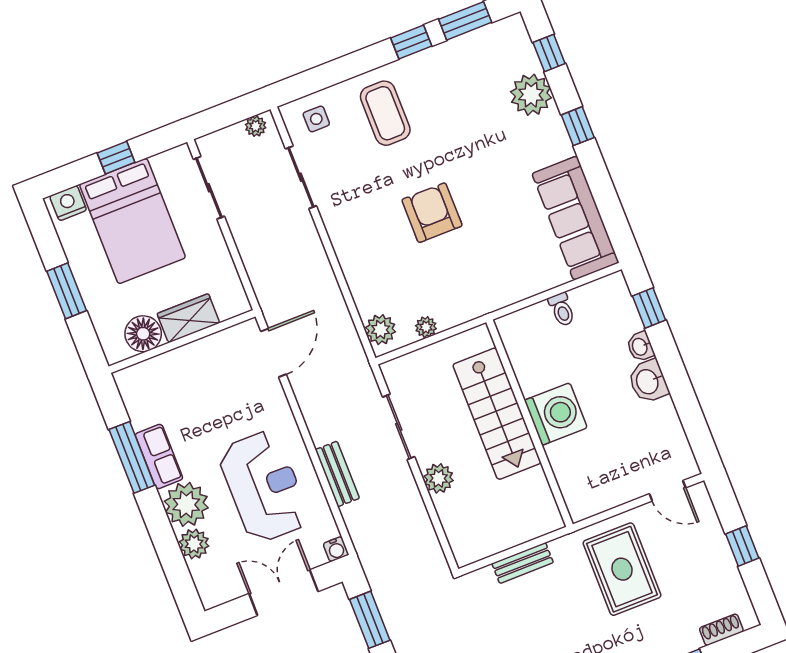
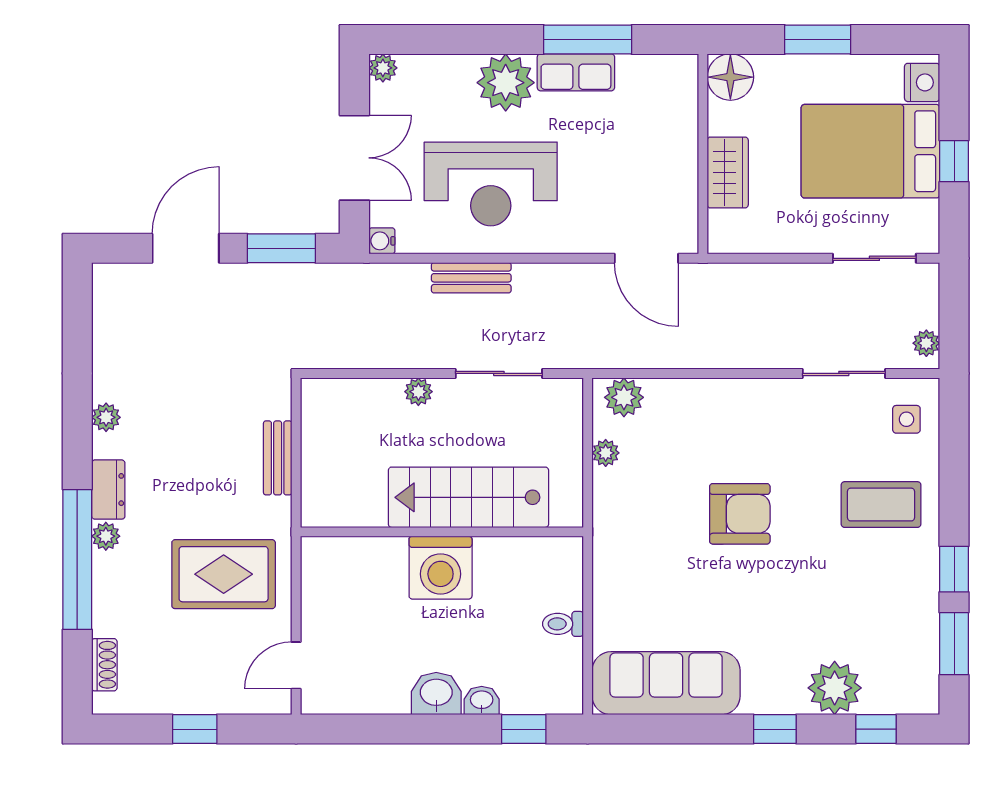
floor lamp: (143, 334) -> (730, 77), moved
plant: (439, 478) -> (418, 392), width x0.73, depth x0.73
plant: (194, 544) -> (383, 68), moved, width x0.73, depth x0.73

